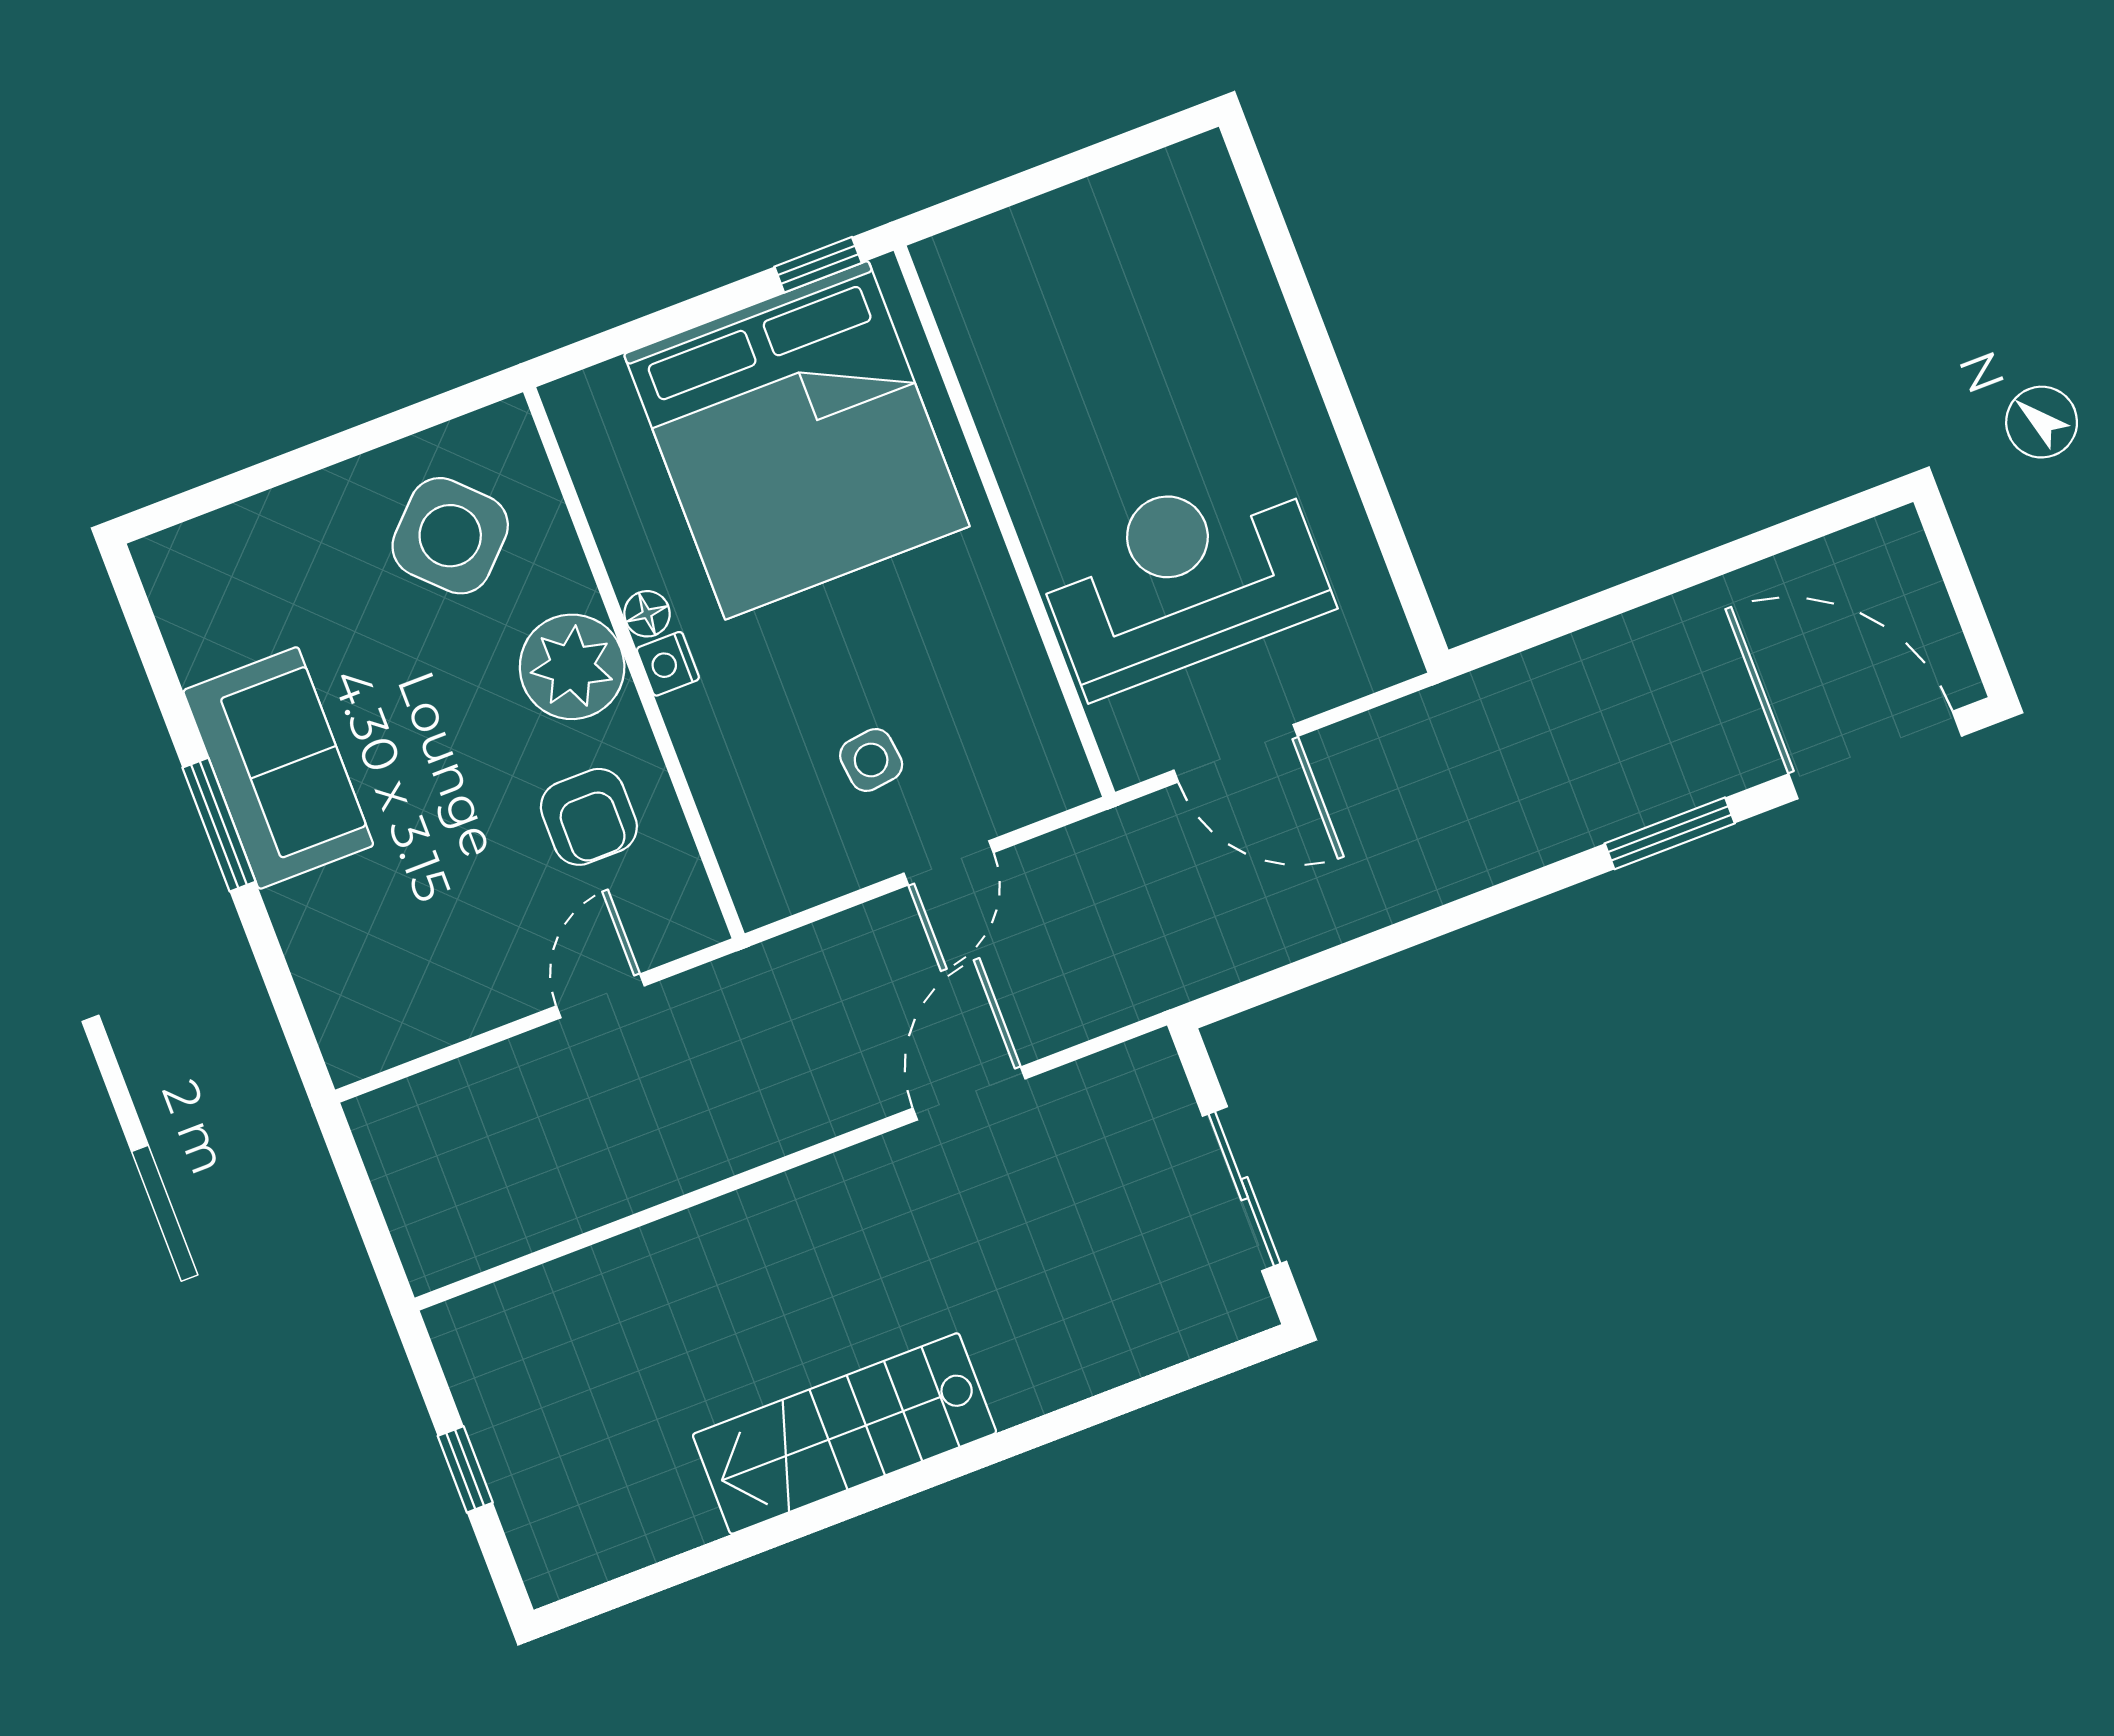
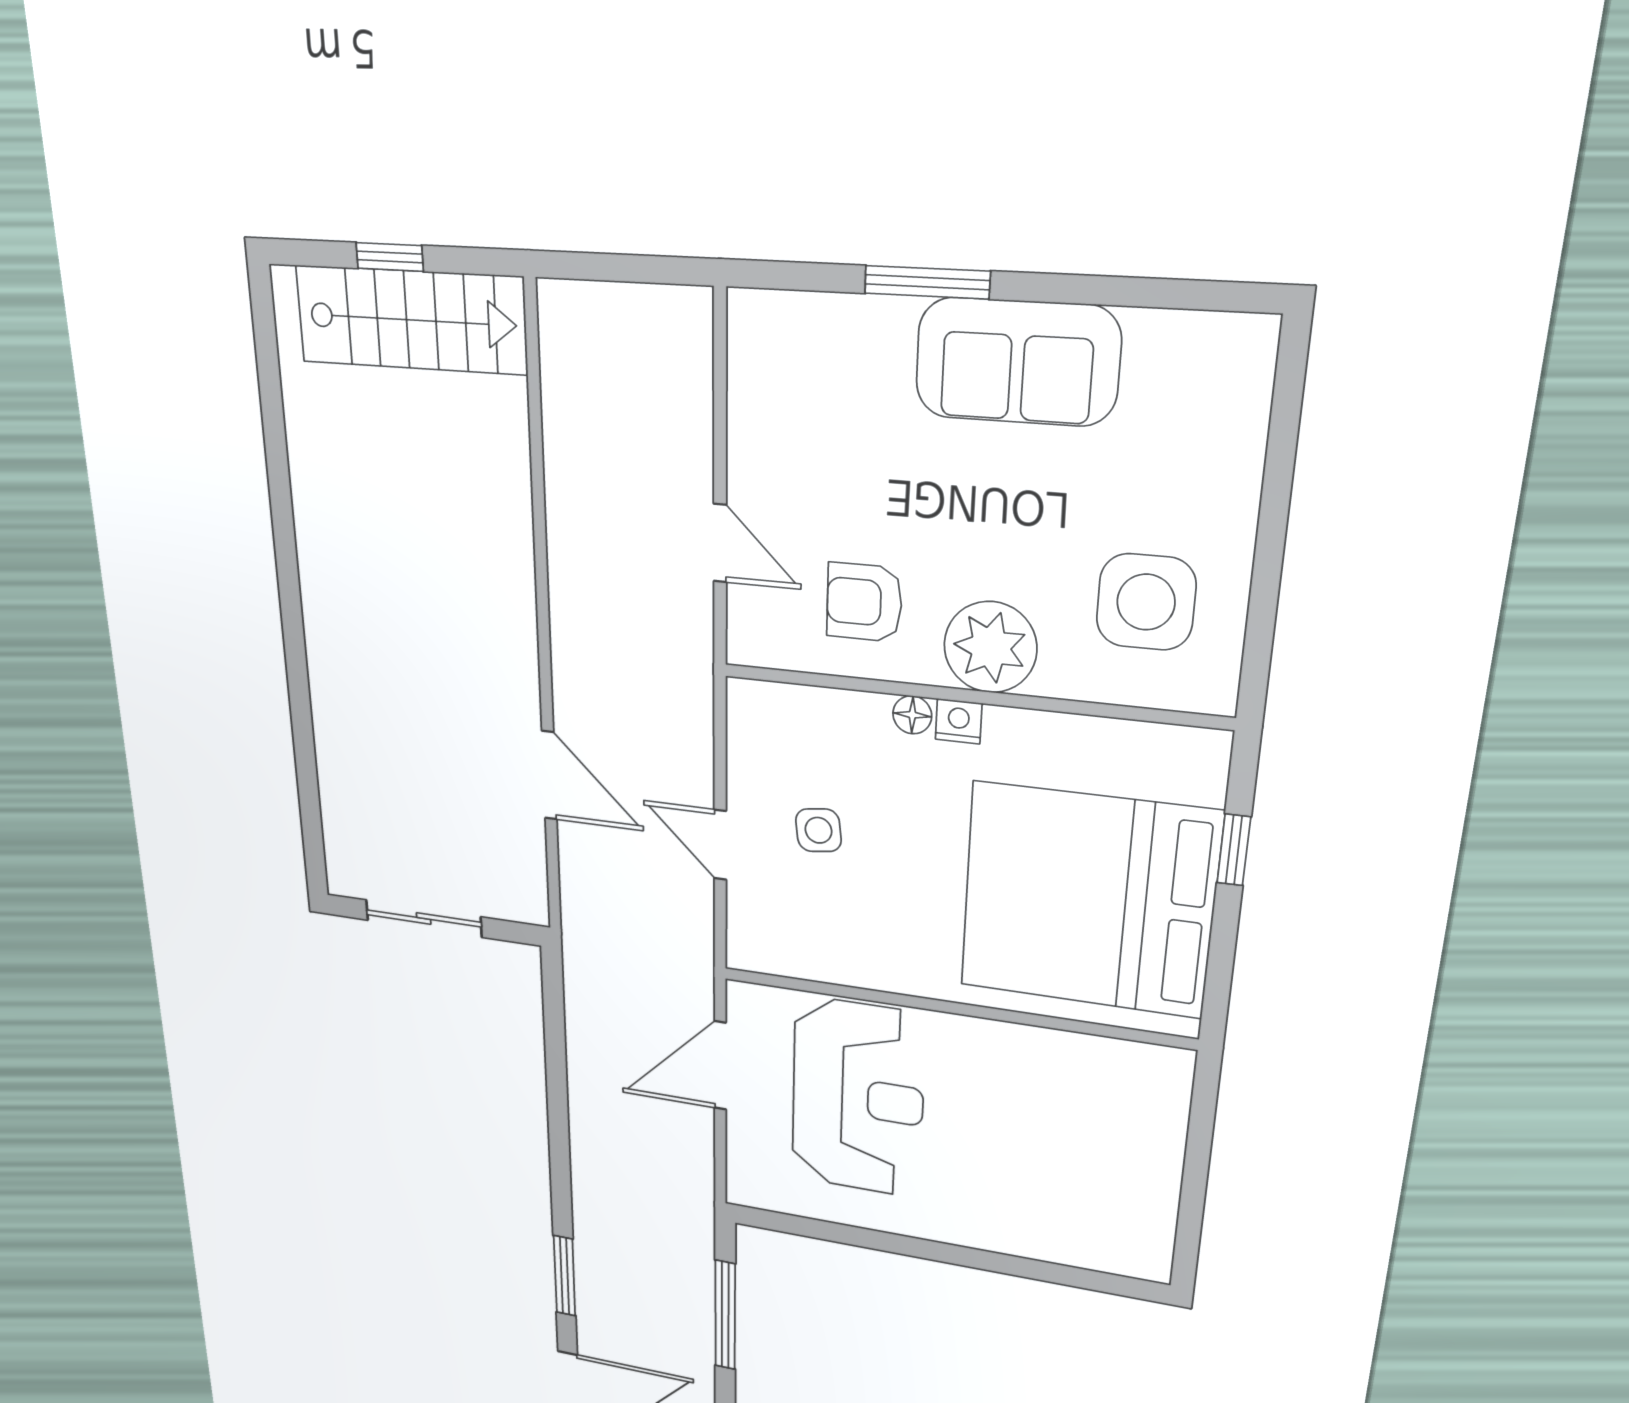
window: (818, 265) -> (1234, 850), moved
side table: (450, 536) -> (1146, 602), turned 45
window: (1596, 608) -> (725, 1315), added
floor lamp: (647, 614) -> (912, 715), moved
window: (219, 825) -> (927, 282), moved
stairs: (845, 1434) -> (411, 320), moved, turned 90

